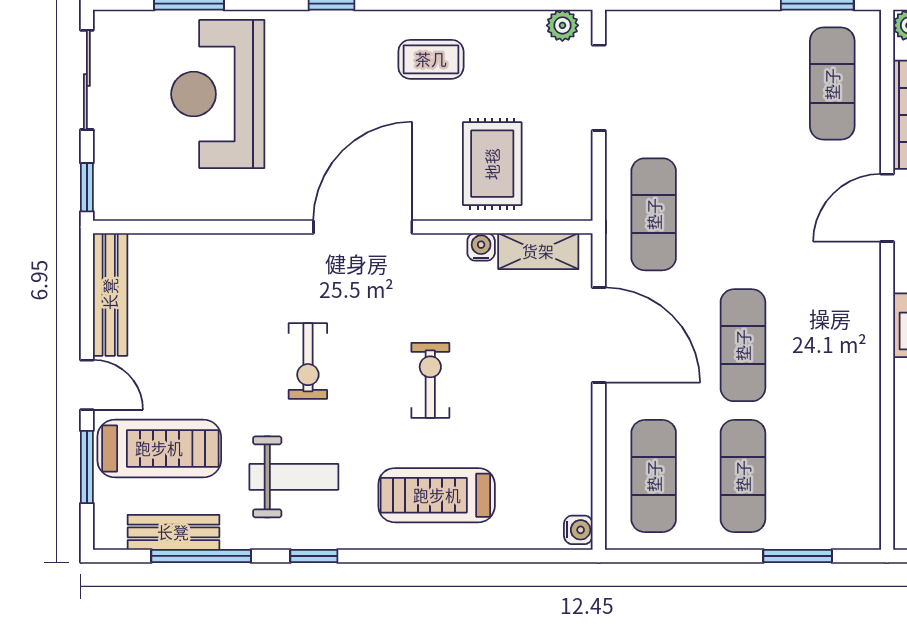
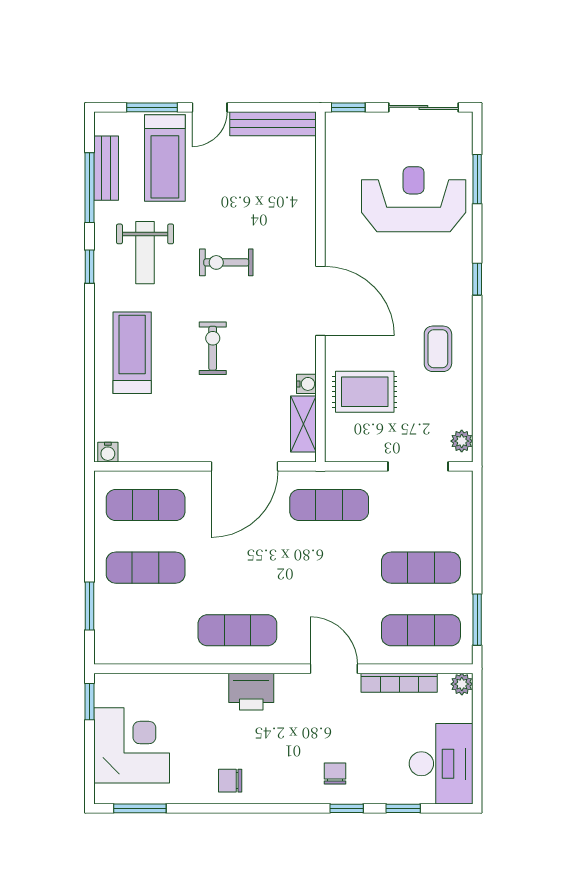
exercise mat: (743, 84) -> (421, 568), added
exercise mat: (743, 345) -> (237, 630), moved
exercise bike: (430, 380) -> (213, 348), turned -90

